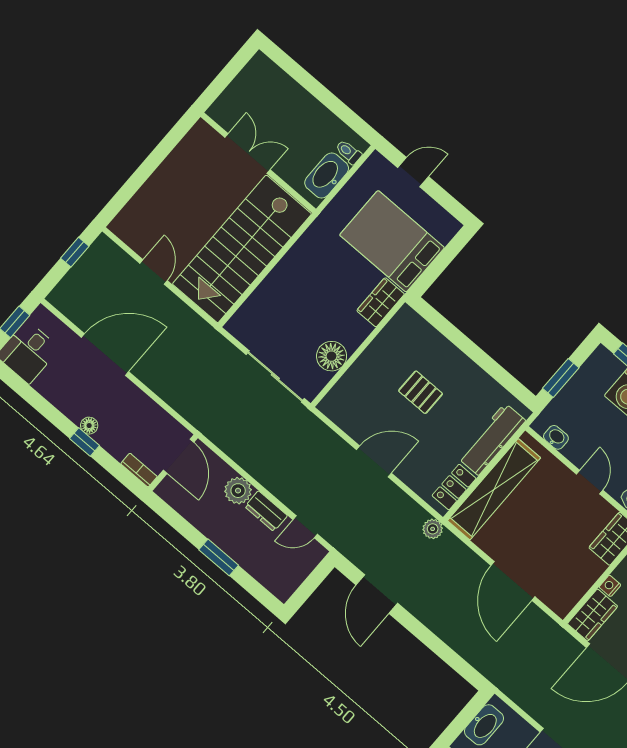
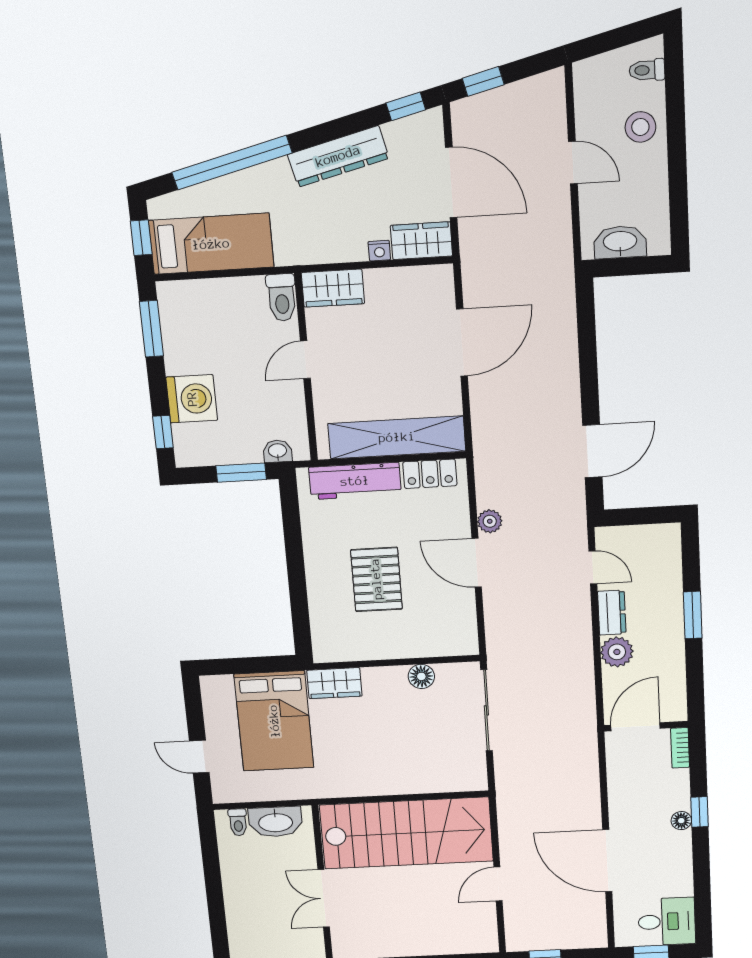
floor lamp: (332, 356) -> (421, 676), width x0.73, depth x0.73
pallet: (421, 392) -> (376, 579), width x1.50, depth x1.42
washbasin: (556, 437) -> (278, 451), moved, turned 90
plant: (433, 529) -> (490, 521), moved

